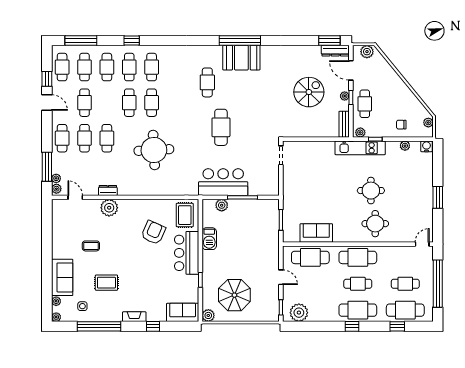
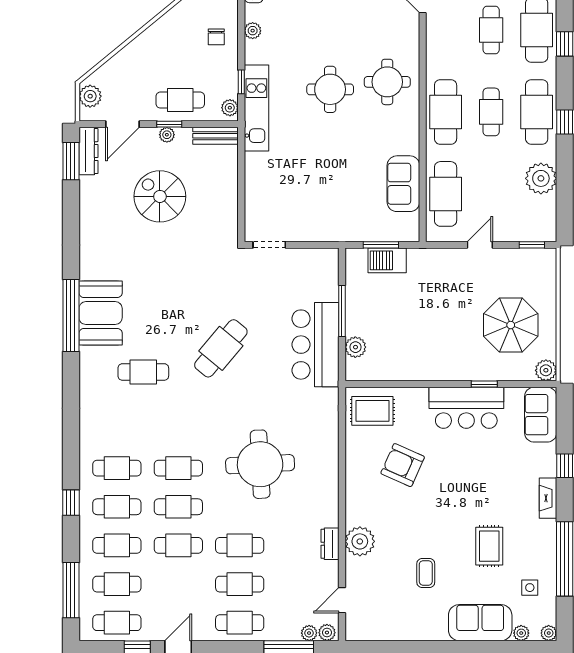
cafe table: (84, 103) -> (178, 545), moved
cafe table: (221, 127) -> (221, 348), turned -50
barbecue: (209, 239) -> (387, 260), moved, turned 180
bar counter: (187, 253) -> (466, 408), moved
plant: (299, 313) -> (541, 178), moved

